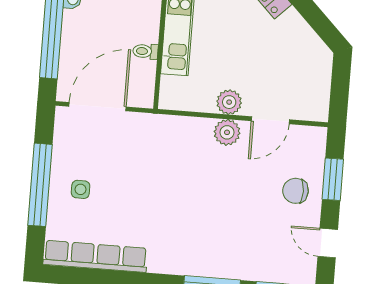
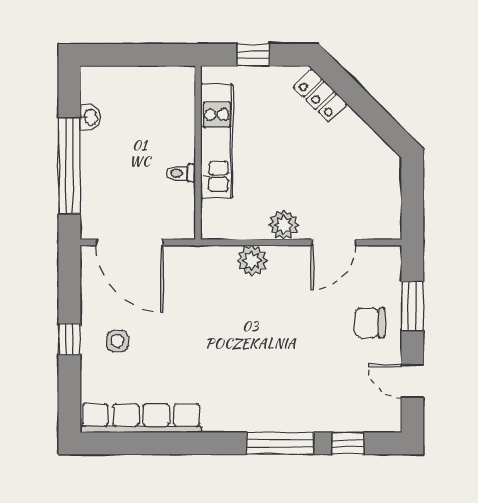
door: (97, 107) -> (130, 242), swing flipped
plant: (227, 132) -> (252, 261), moved
window: (40, 185) -> (69, 339), width x0.32

